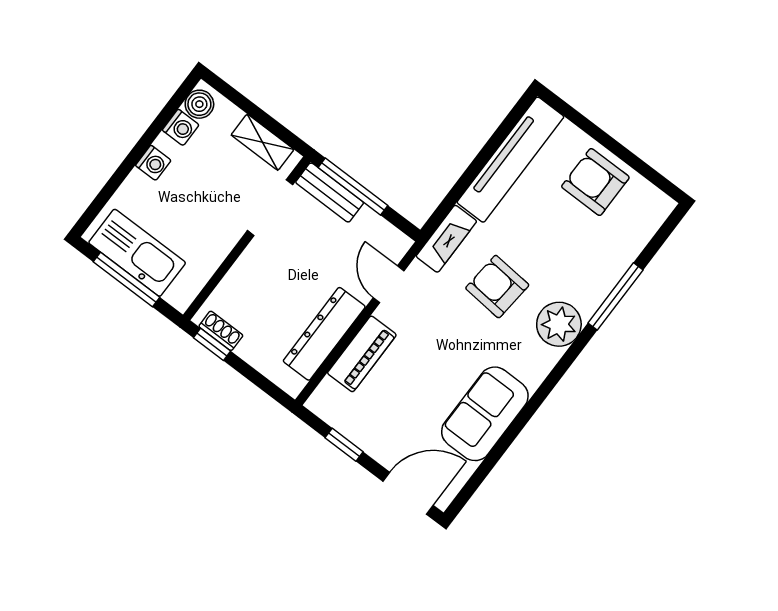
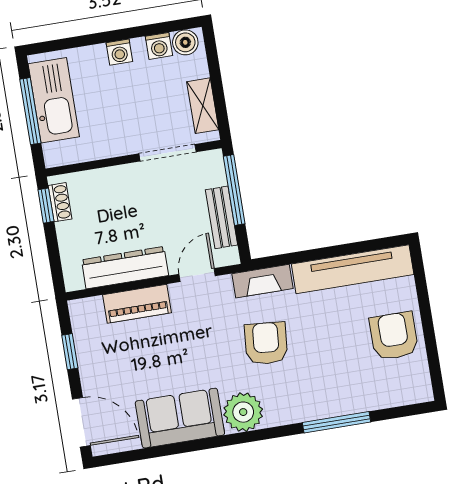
bench: (330, 193) -> (221, 217), moved
plant: (559, 324) -> (243, 412), moved

